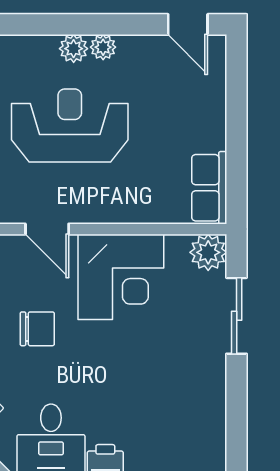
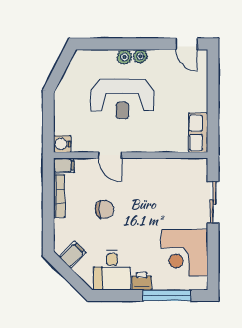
reception desk: (70, 125) -> (122, 99), turned 180
plant: (208, 252) -> (198, 168), removed
corner desk: (121, 277) -> (184, 253), moved, turned 90

